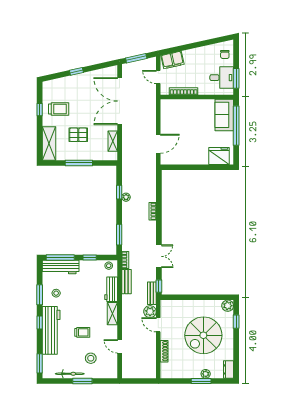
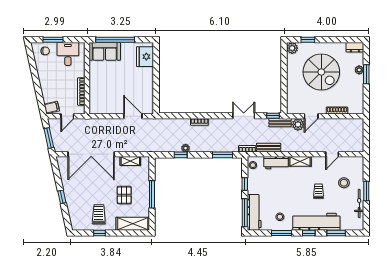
filing cabinet: (172, 60) -> (52, 107), width x0.50
window: (236, 78) -> (53, 40), moved
window: (40, 363) -> (336, 233), moved

